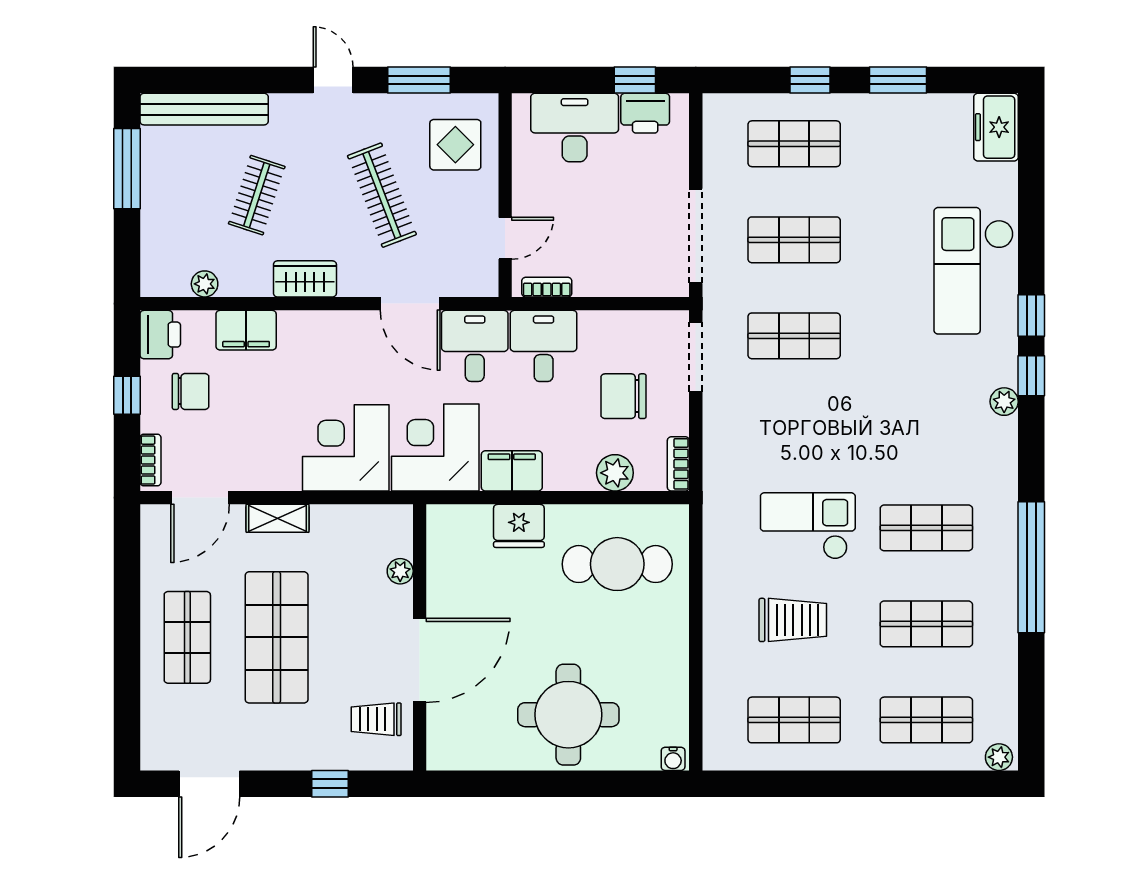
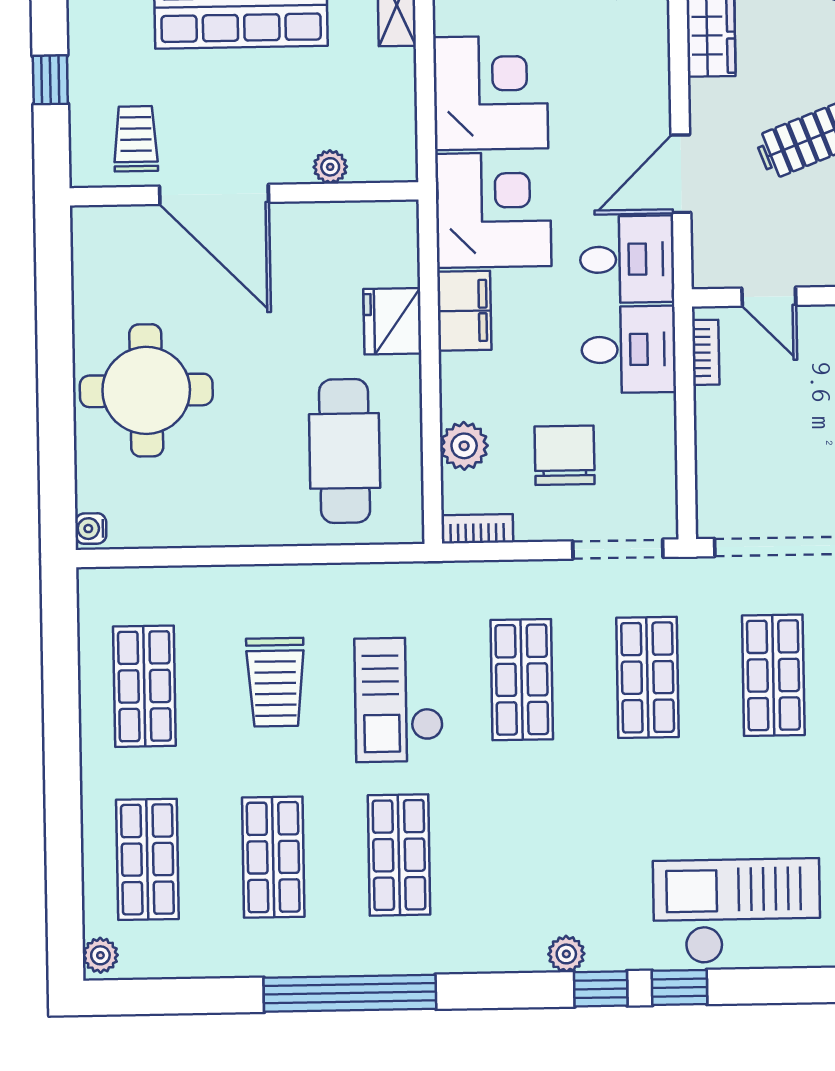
shop shelf: (794, 432) -> (522, 680), added
checkout: (808, 526) -> (399, 700), turned 180

